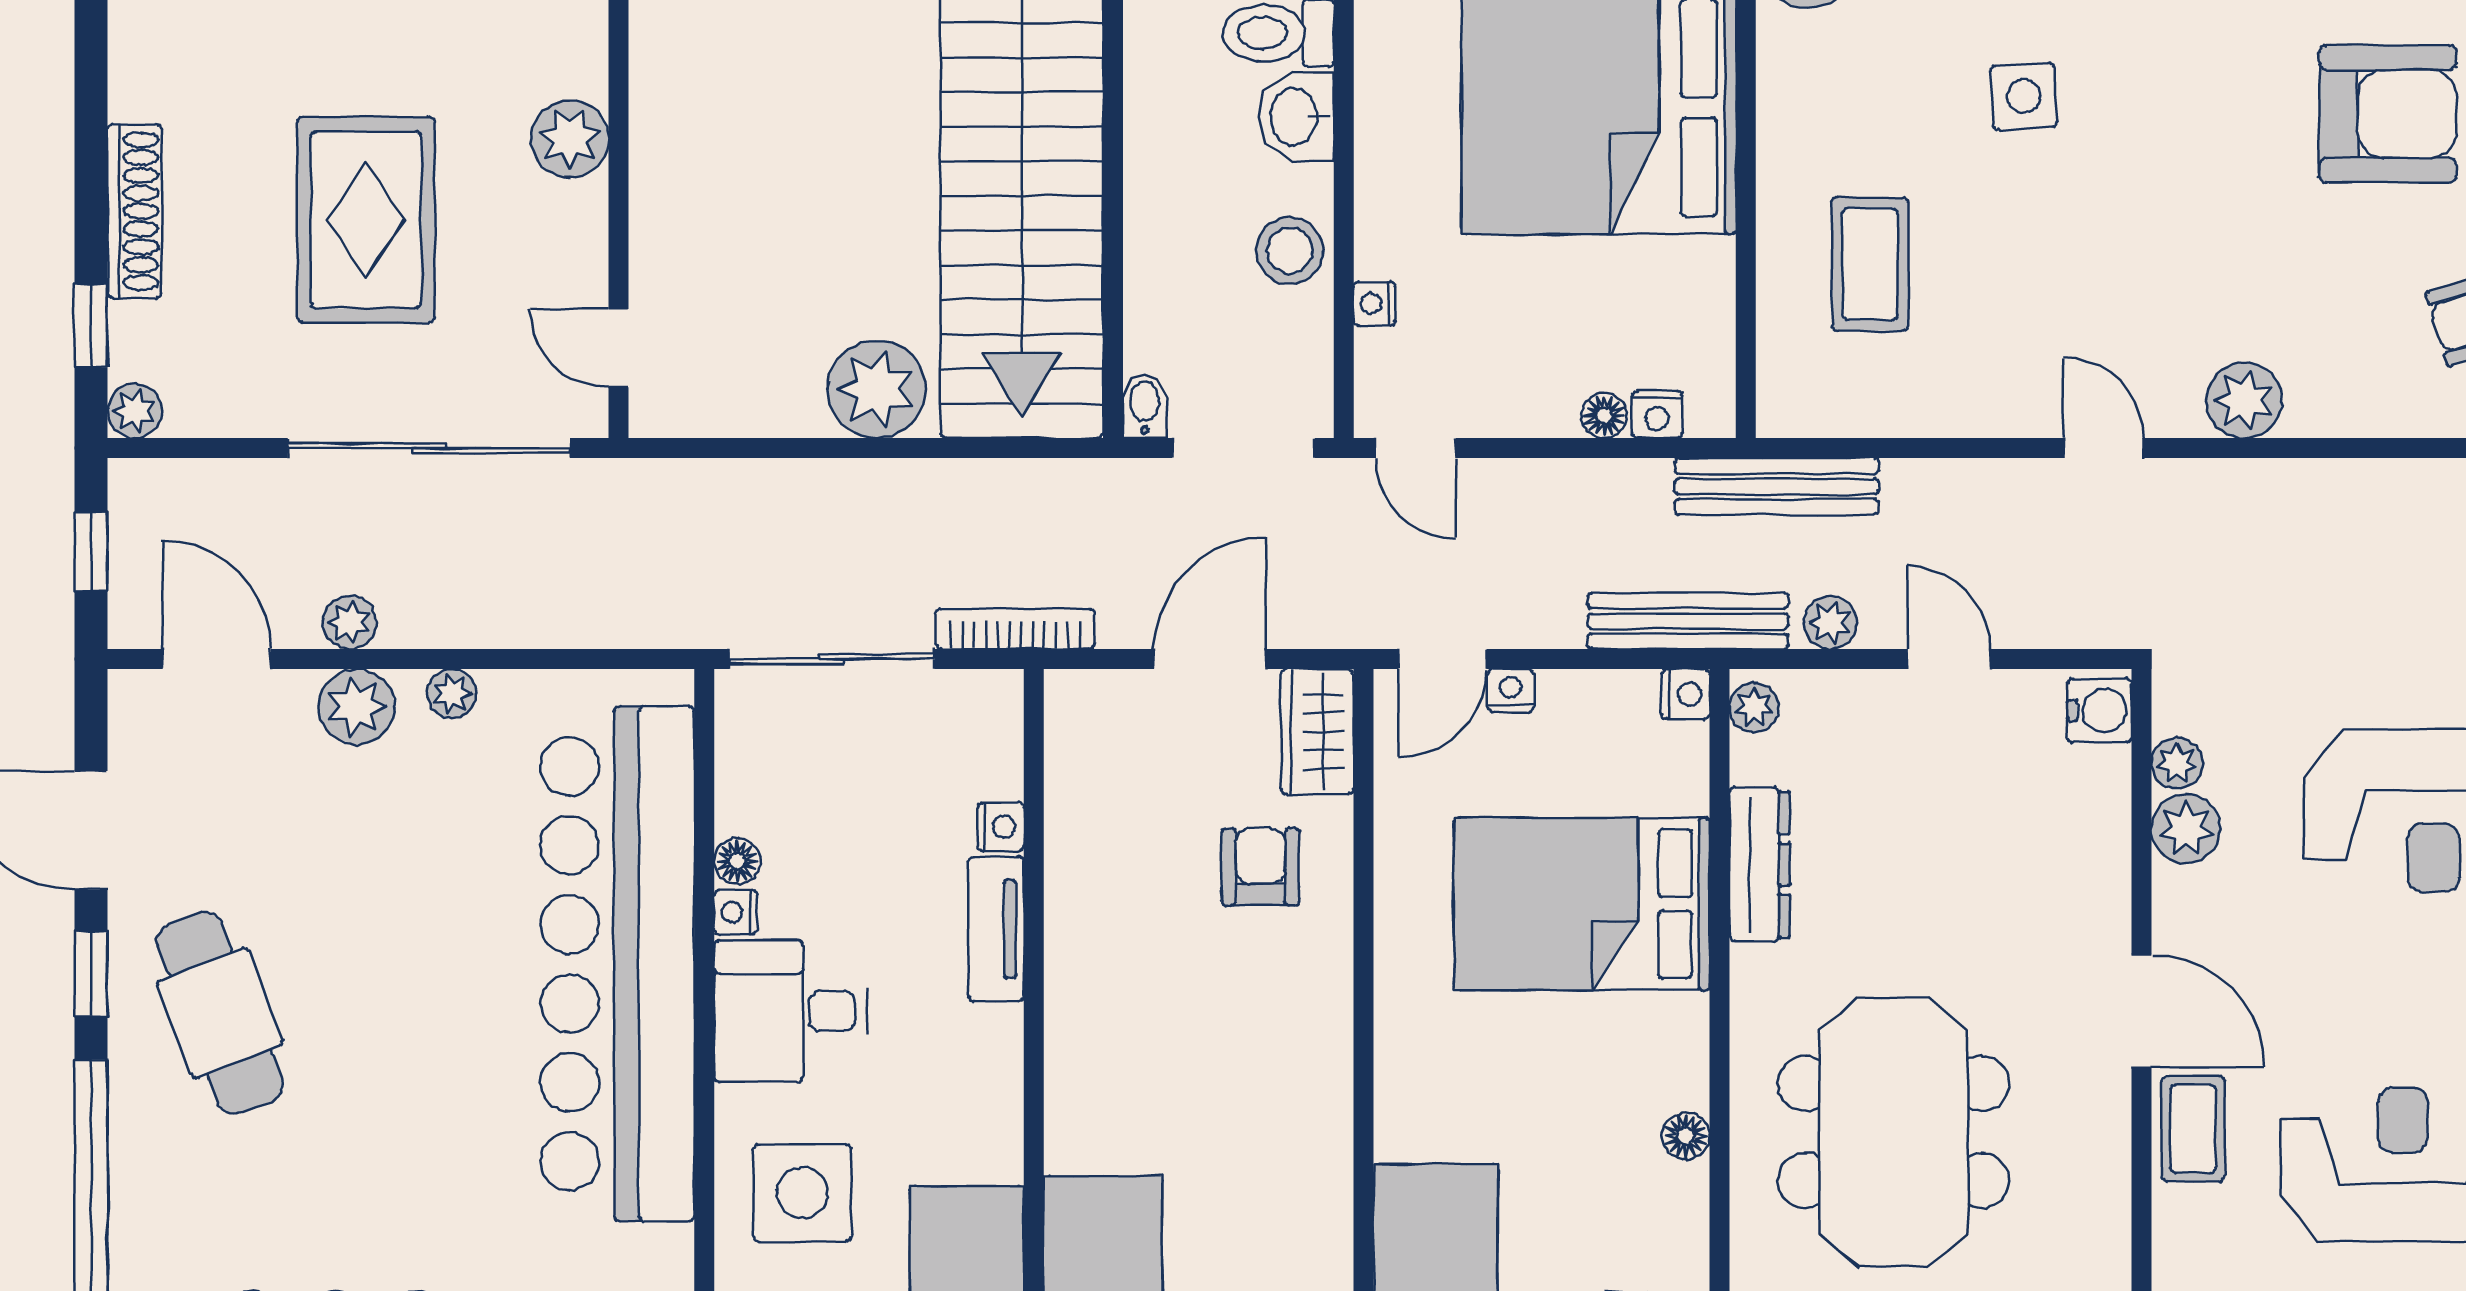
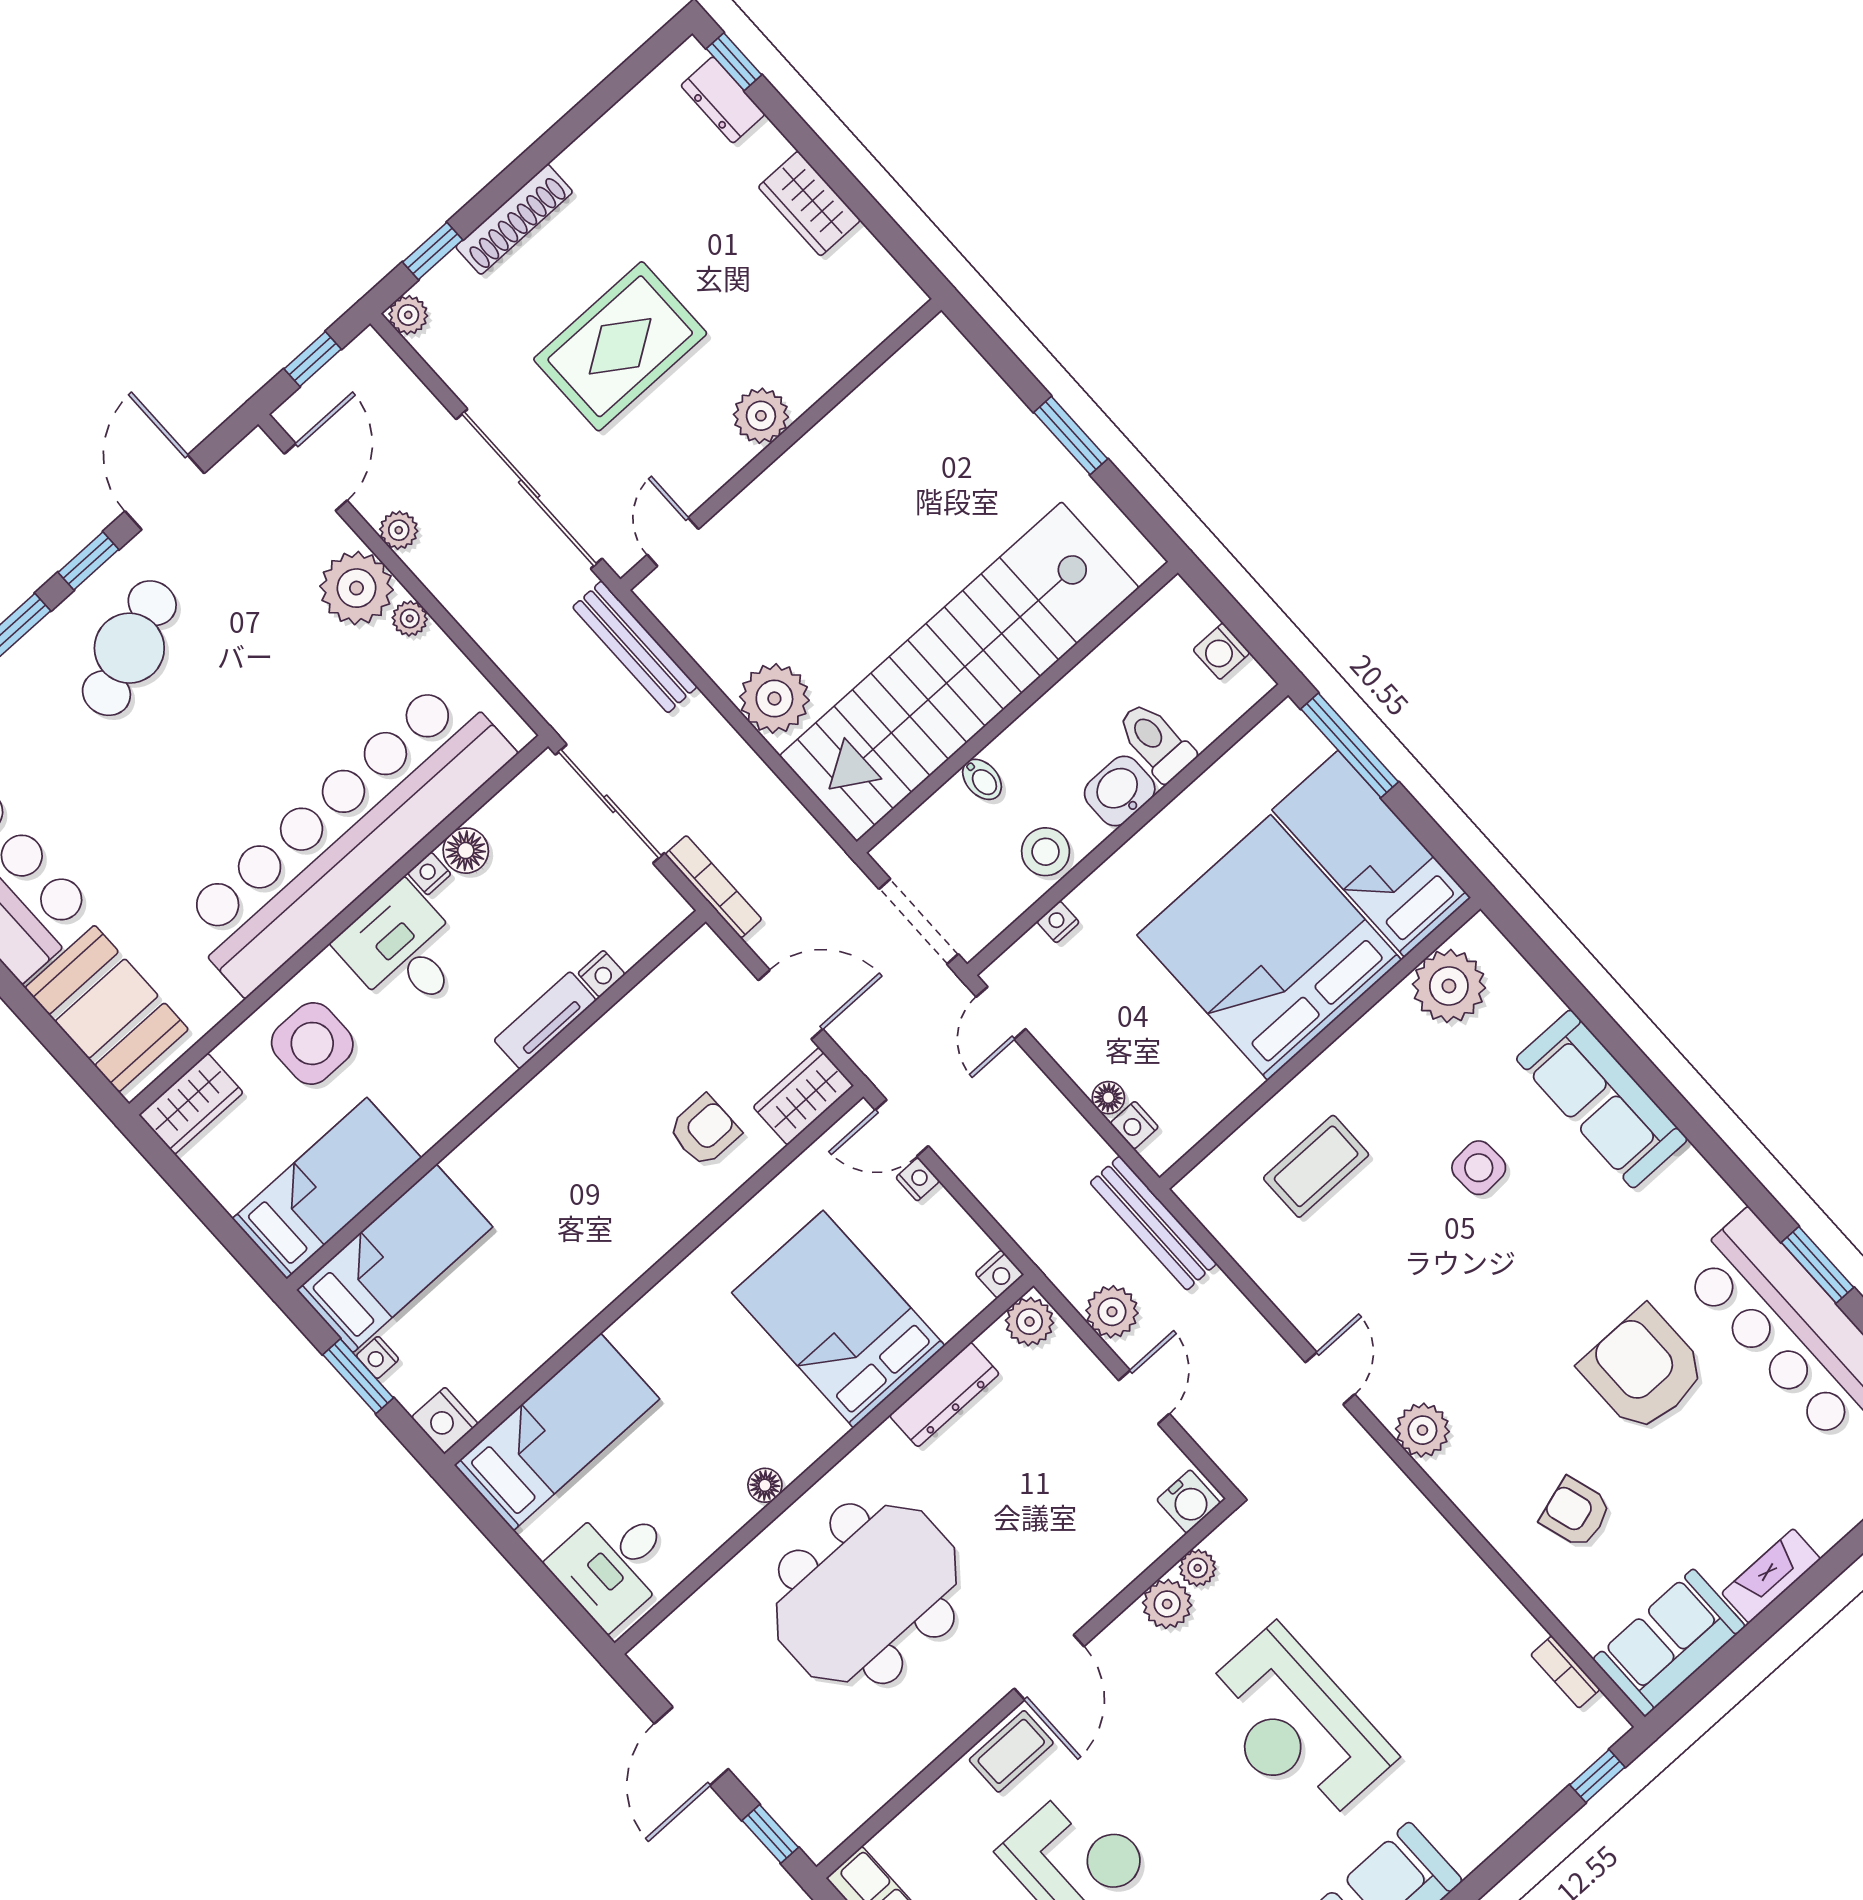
armchair: (2388, 114) -> (1643, 1370), turned 180
bidet: (1145, 406) -> (982, 779), moved, turned 90
bench: (1688, 621) -> (635, 647), moved
plant: (1830, 622) -> (1112, 1312), width x1.38, depth x1.38
plant: (357, 707) -> (357, 588), width x1.36, depth x1.36
plant: (1754, 707) -> (1029, 1322), width x1.38, depth x1.38
floor lamp: (737, 861) -> (466, 851), width x1.37, depth x1.37

